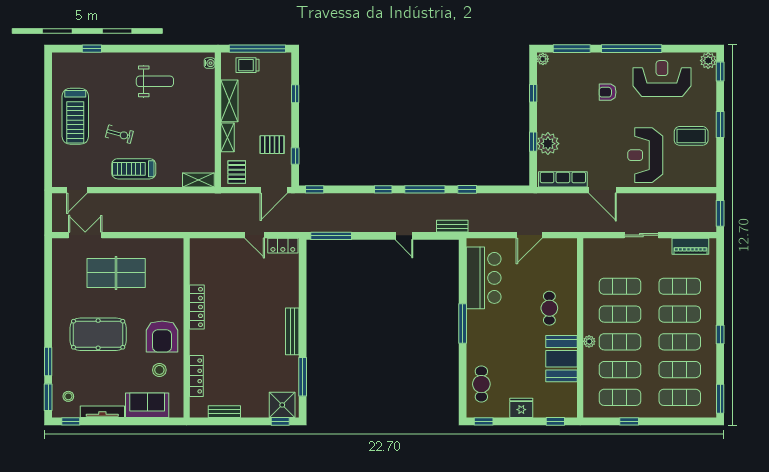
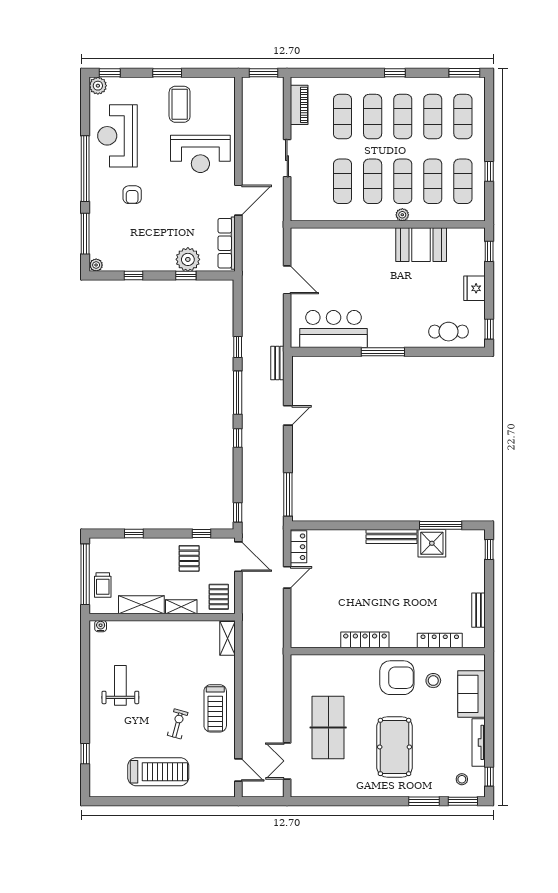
pallet: (237, 172) -> (219, 597), turned 90
cafe table: (549, 308) -> (366, 258), removed
shower: (282, 405) -> (432, 543), moved

